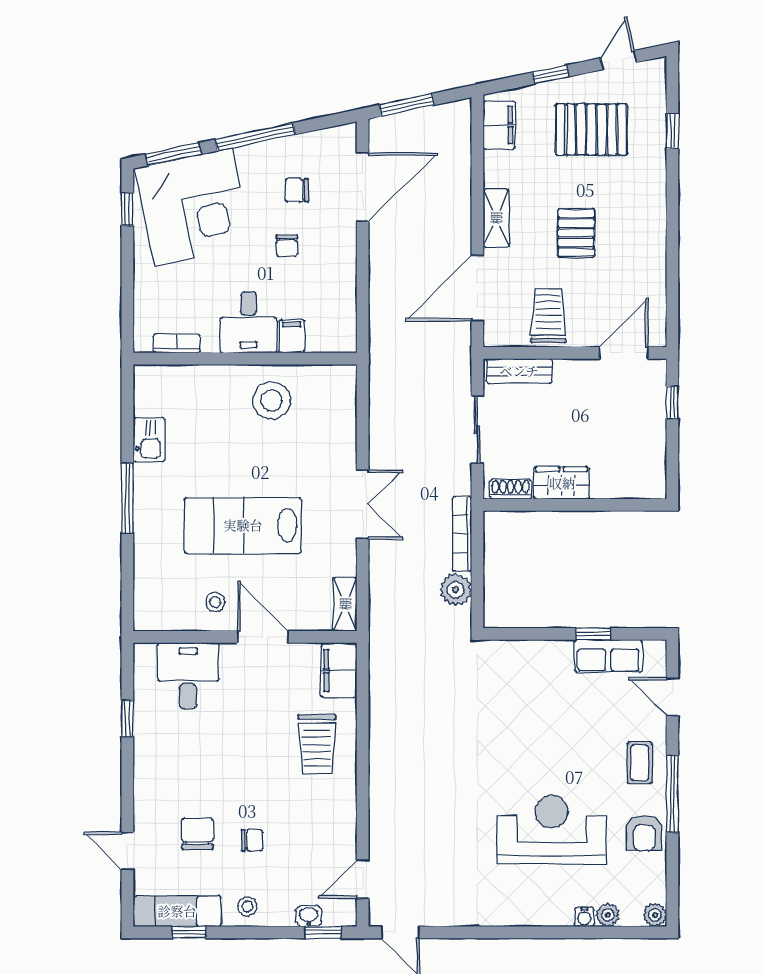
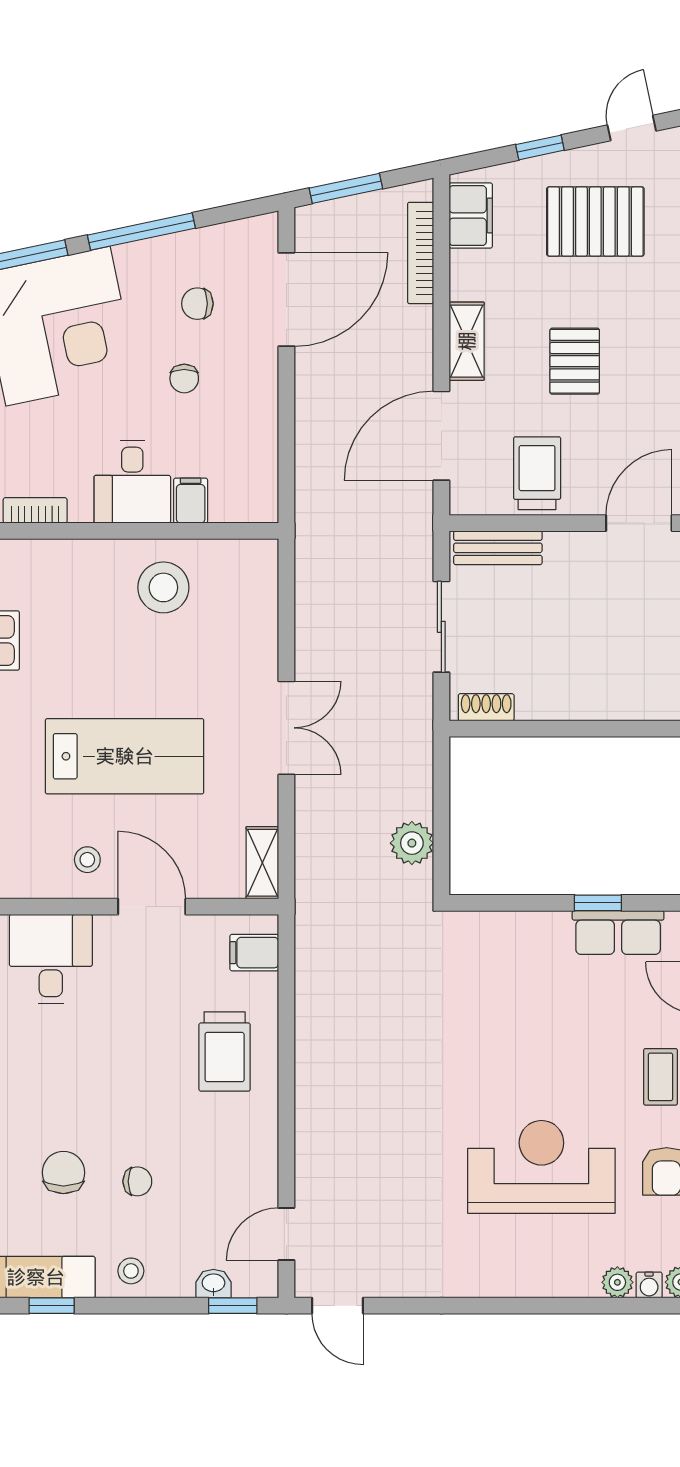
wardrobe: (562, 483) -> (555, 699), removed
lab bench: (243, 525) -> (125, 756), turned 180
bookcase: (462, 534) -> (421, 253), moved
filing cabinet: (339, 671) -> (254, 953), width x0.50
water cooler: (584, 917) -> (649, 1285), moved

